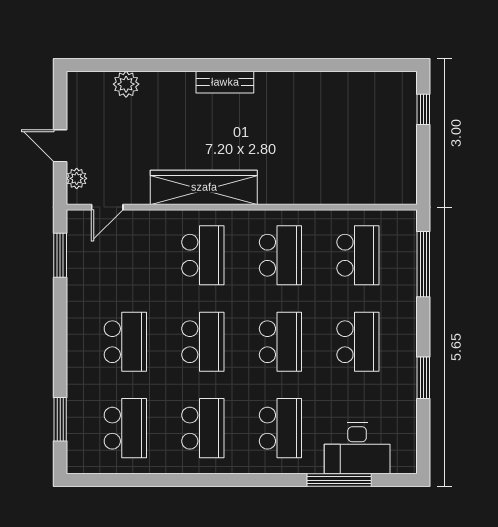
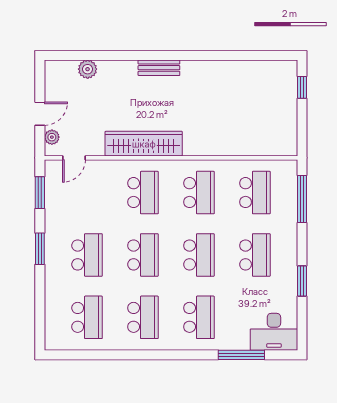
door: (60, 146) -> (40, 114), swing flipped
window: (60, 419) -> (40, 249), moved
desk: (357, 448) -> (274, 332), moved

